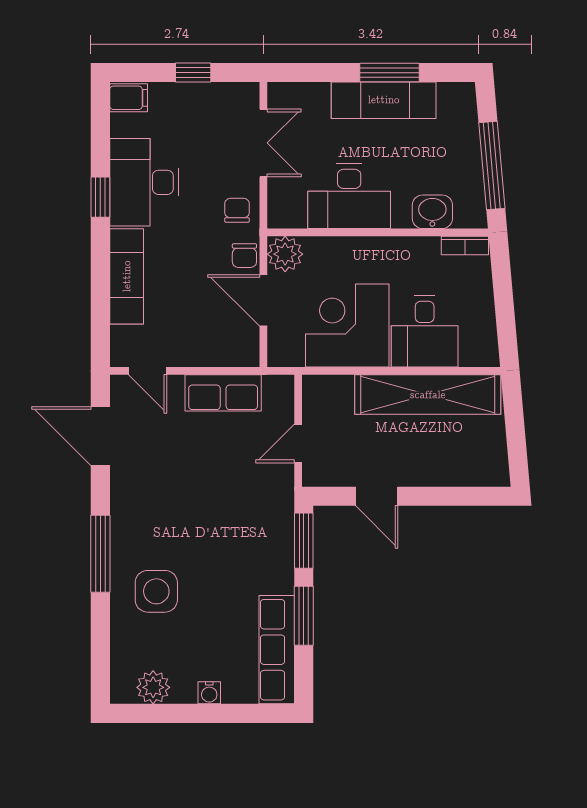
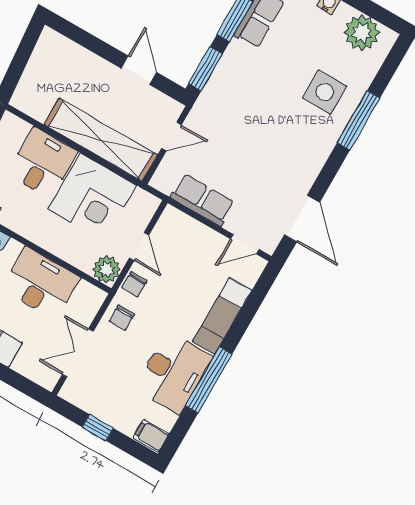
window: (100, 197) -> (209, 380), width x2.17
chair: (244, 256) -> (134, 284), turned 180
door: (263, 300) -> (139, 247), width x0.73
door: (148, 371) -> (245, 244), swing flipped
shelving: (428, 395) -> (101, 140), moved
window: (100, 554) -> (359, 120), moved
plant: (153, 687) -> (362, 33), width x1.36, depth x1.36

